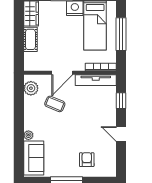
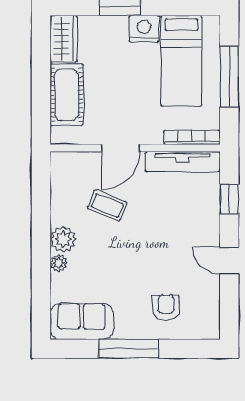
cot: (30, 39) -> (66, 95), width x1.37, depth x1.34
plant: (31, 88) -> (63, 239), moved
sofa: (34, 158) -> (82, 321), moved, turned -90

